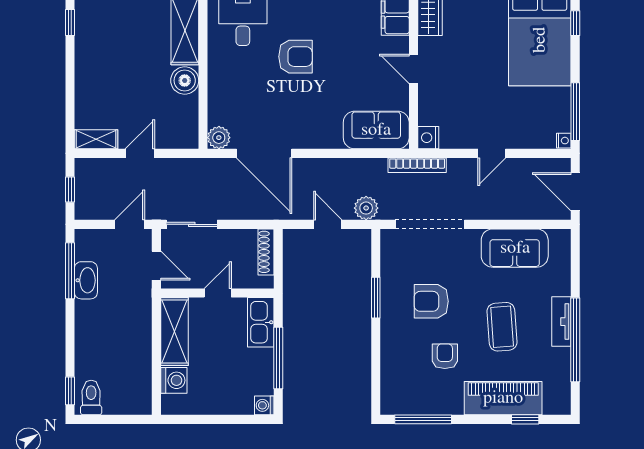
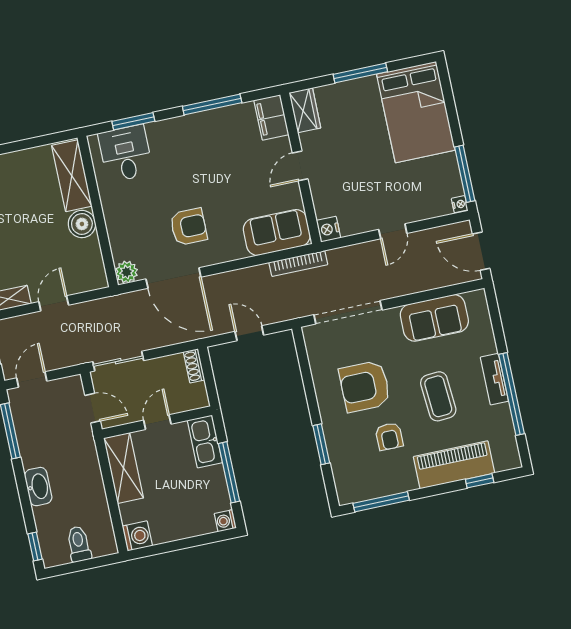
window: (575, 23) -> (447, 89), removed
armchair: (295, 57) -> (189, 227), moved
door: (413, 69) -> (300, 166), hinge flipped
bookcase: (417, 165) -> (298, 263), moved
plant: (366, 208) -> (283, 310), removed
door: (130, 224) -> (32, 380), moved
shoe rack: (266, 252) -> (194, 366), width x0.70
washbasin: (86, 280) -> (38, 487), moved
window: (376, 298) -> (321, 444), moved
armchair: (431, 301) -> (365, 386), width x1.36, depth x1.36
armchair: (445, 356) -> (389, 436), turned 180
washing machine: (174, 380) -> (137, 536), moved
toilet: (91, 398) -> (79, 544), moved

